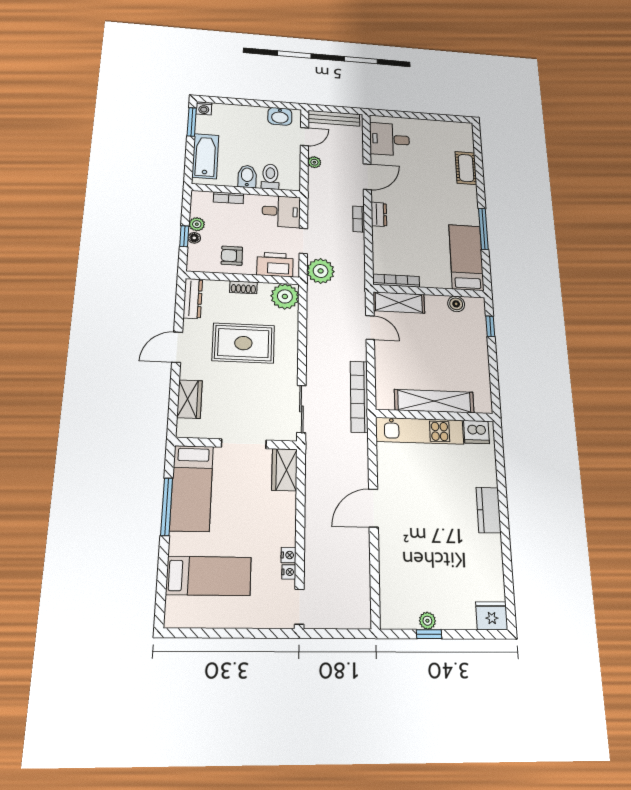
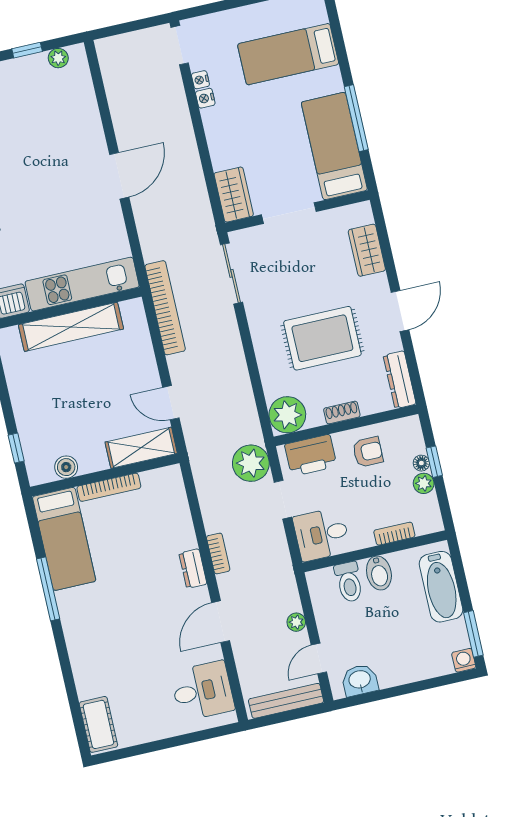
cot: (466, 168) -> (98, 724), moved
bookcase: (396, 281) -> (109, 487), moved
plant: (427, 621) -> (58, 58), moved

